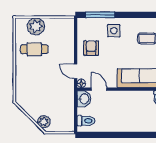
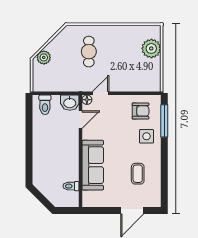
armchair: (91, 48) -> (141, 111), moved
cafe table: (34, 49) -> (89, 52), moved

